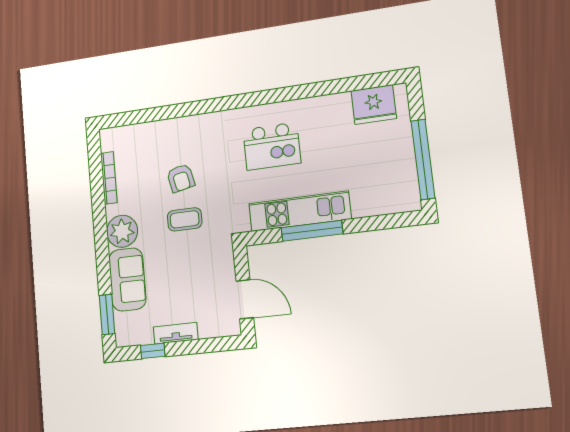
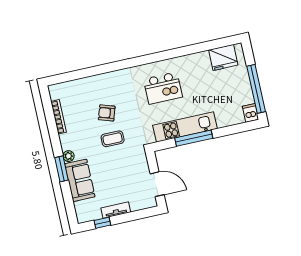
armchair: (181, 178) -> (107, 113), turned 120
dishwasher: (410, 198) -> (251, 113), added
plant: (122, 231) -> (68, 156), width x0.53, depth x0.53
window: (107, 315) -> (61, 169), moved

